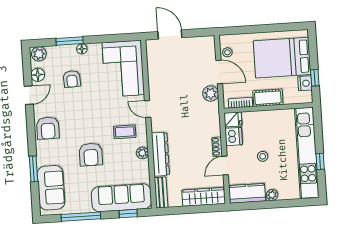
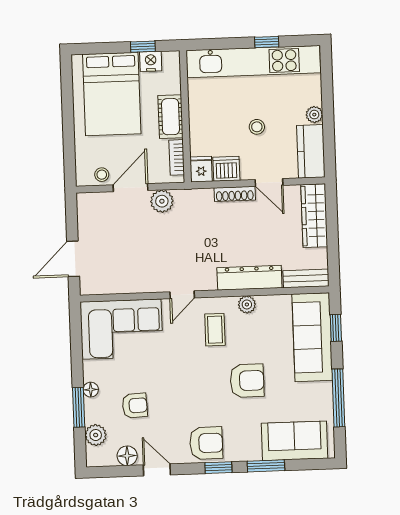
plant: (39, 54) -> (96, 435), moved
window: (31, 137) -> (218, 468), added
shoe rack: (217, 147) -> (235, 194), width x1.43

